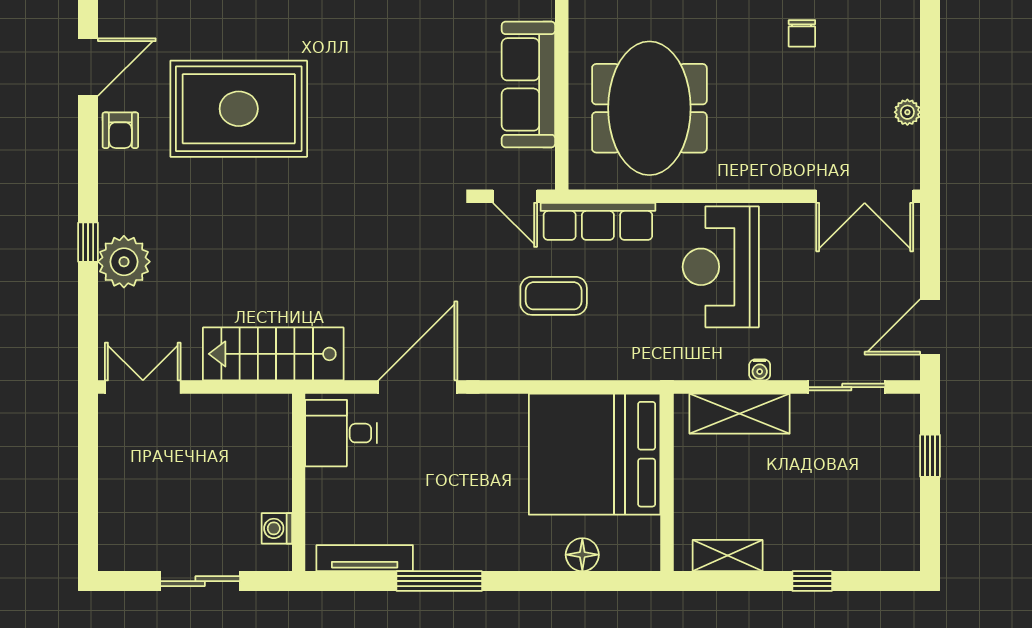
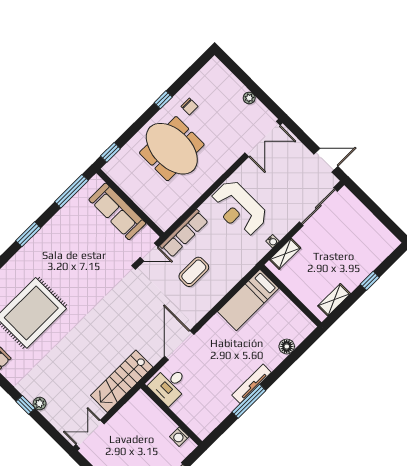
meeting table: (649, 108) -> (172, 149), moved
plant: (124, 262) -> (40, 404), width x0.53, depth x0.53
door: (930, 327) -> (326, 160), swing flipped
water cooler: (760, 370) -> (273, 241), moved
sliding door: (847, 387) -> (318, 207), width x1.37
shelving: (740, 414) -> (285, 254), width x0.67, depth x0.75
bed: (595, 454) -> (248, 300), width x0.49
window: (930, 456) -> (368, 202), removed
tv unit: (365, 558) -> (252, 384), moved

